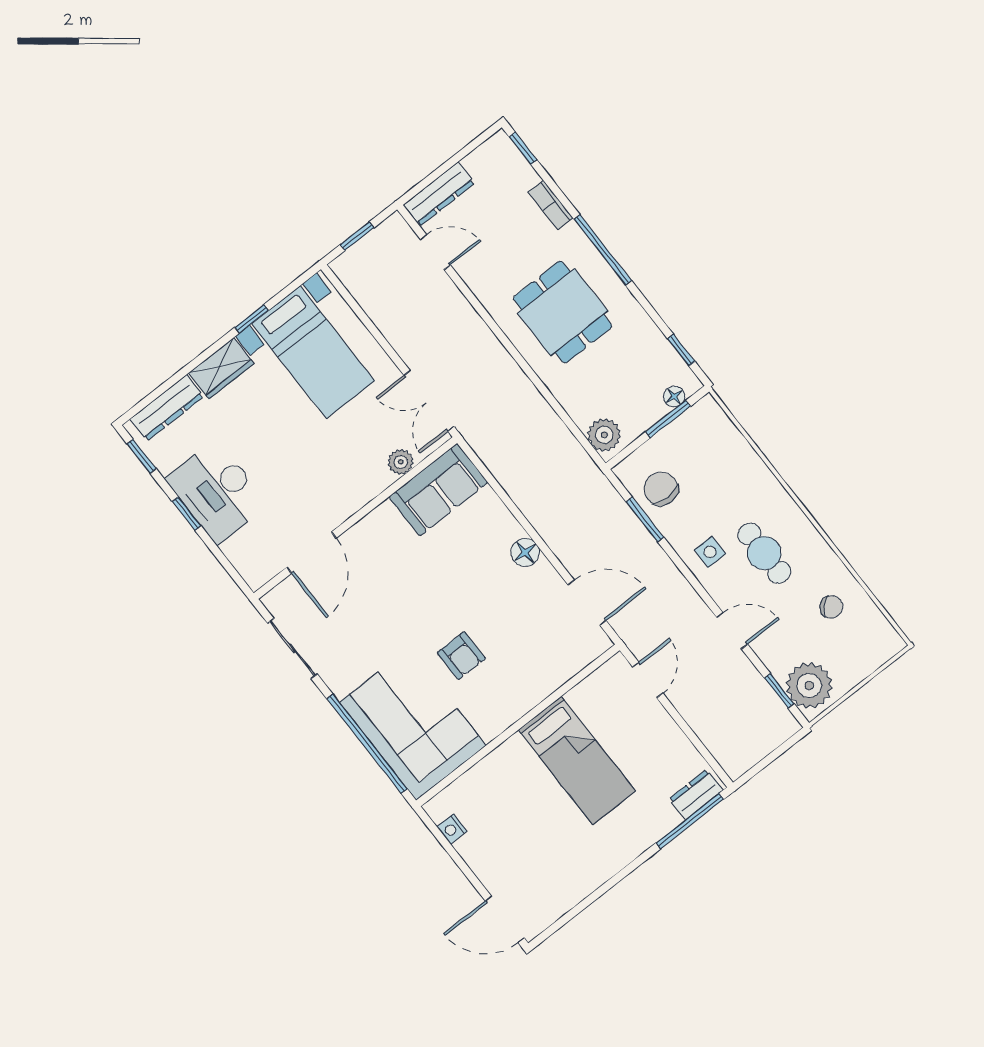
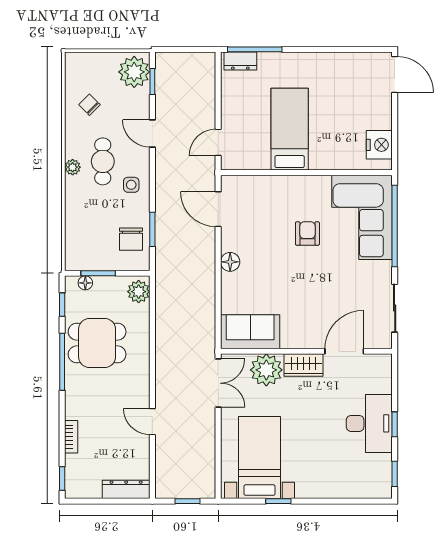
window: (603, 250) -> (62, 362), moved
door: (435, 252) -> (152, 422), moved
dining table: (563, 312) -> (97, 343), moved, turned 90
wardrobe: (221, 368) -> (304, 365), moved, turned 180
dresser: (167, 408) -> (361, 489), removed
plant: (401, 462) -> (266, 370), width x1.88, depth x1.88
plant: (794, 519) -> (73, 167), added
nightstand: (452, 829) -> (379, 145), width x1.89, depth x1.79

